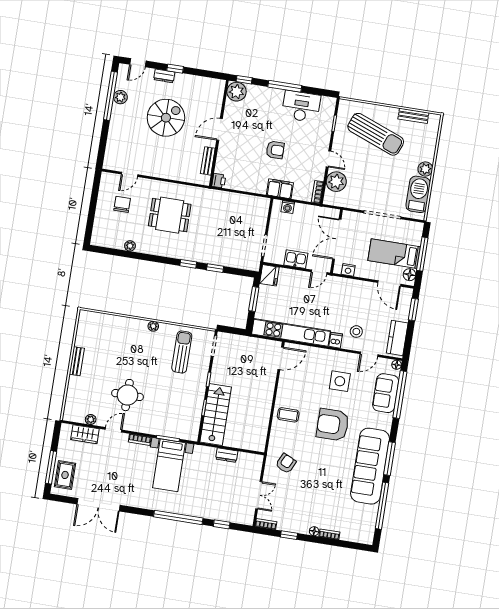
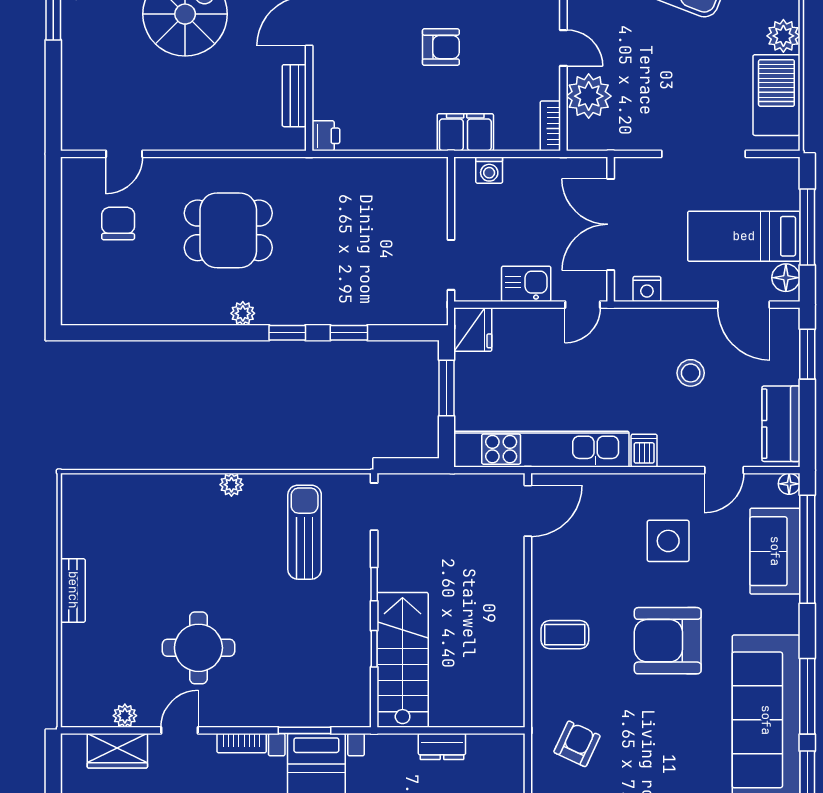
plant: (130, 246) -> (243, 313), moved
stool: (356, 332) -> (691, 373), moved

